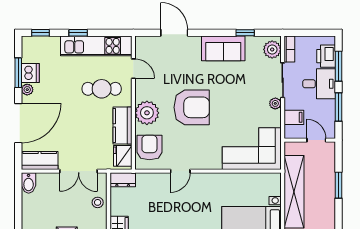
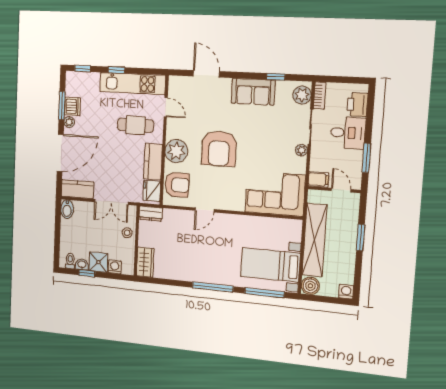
window: (339, 66) -> (370, 116), removed
armchair: (192, 107) -> (219, 149), turned 90
filing cabinet: (294, 117) -> (318, 179), moved
armchair: (149, 147) -> (177, 185), turned 90

